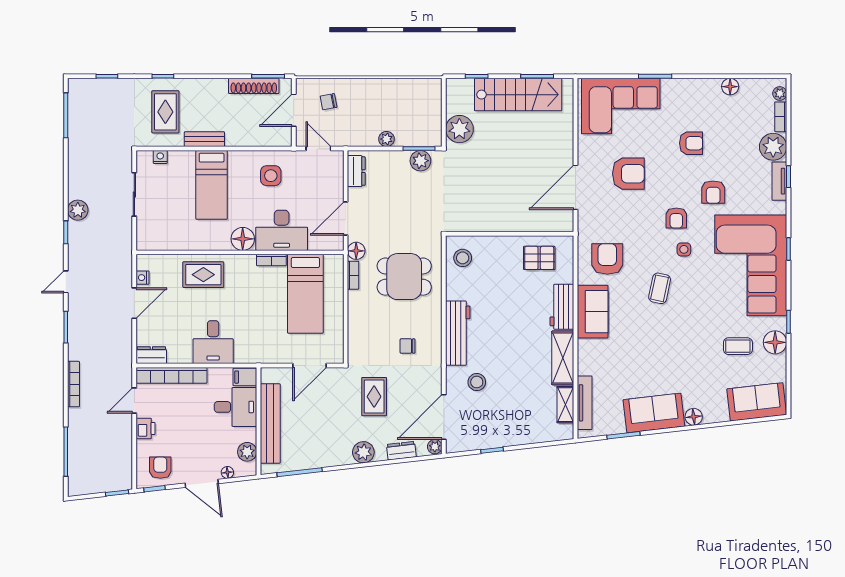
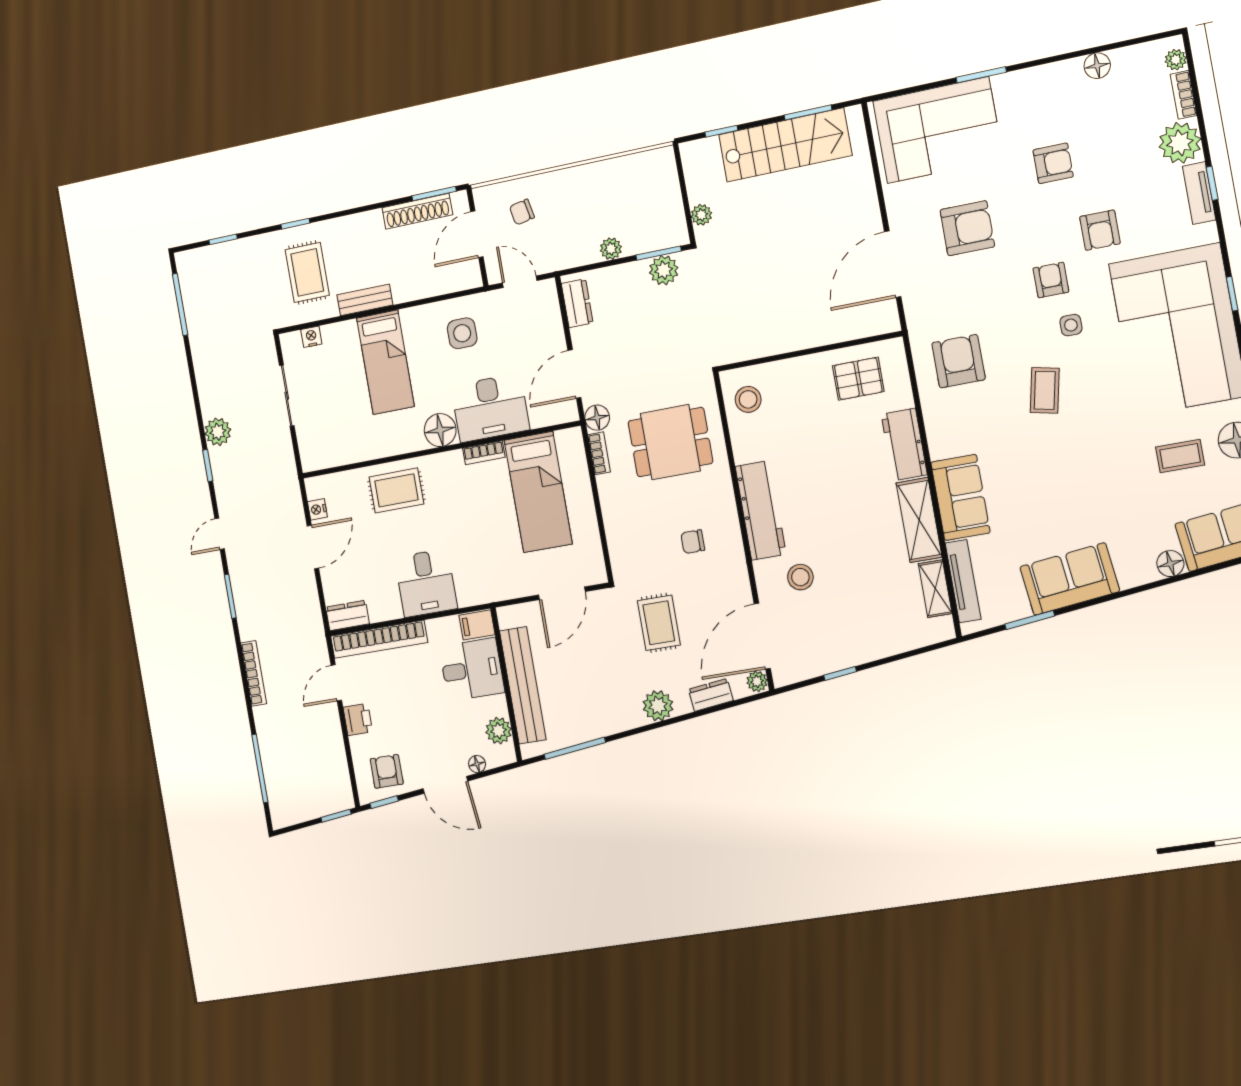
plant: (459, 129) -> (701, 215), width x0.53, depth x0.53
armchair: (676, 218) -> (1051, 280), turned 180
sofa: (593, 312) -> (960, 497), moved
floor lamp: (694, 417) -> (1170, 564), moved

